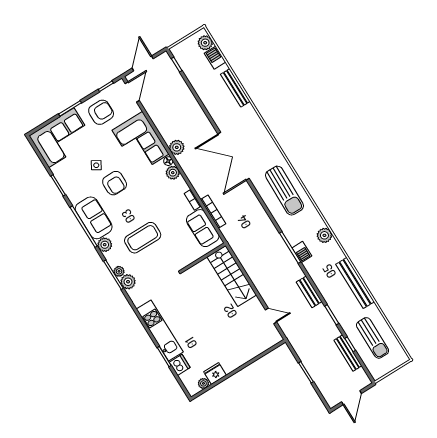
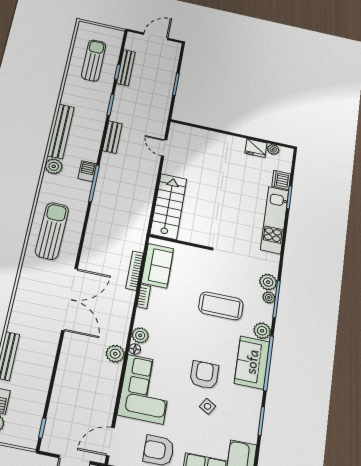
bench: (355, 283) -> (61, 131), moved

